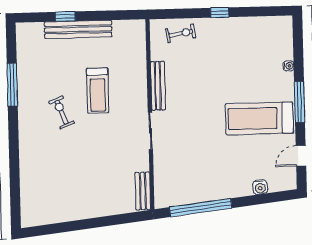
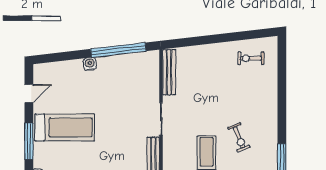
water cooler: (260, 187) -> (90, 64), moved
bench: (143, 191) -> (169, 72), width x1.36
exercise bike: (50, 202) -> (251, 58), added

